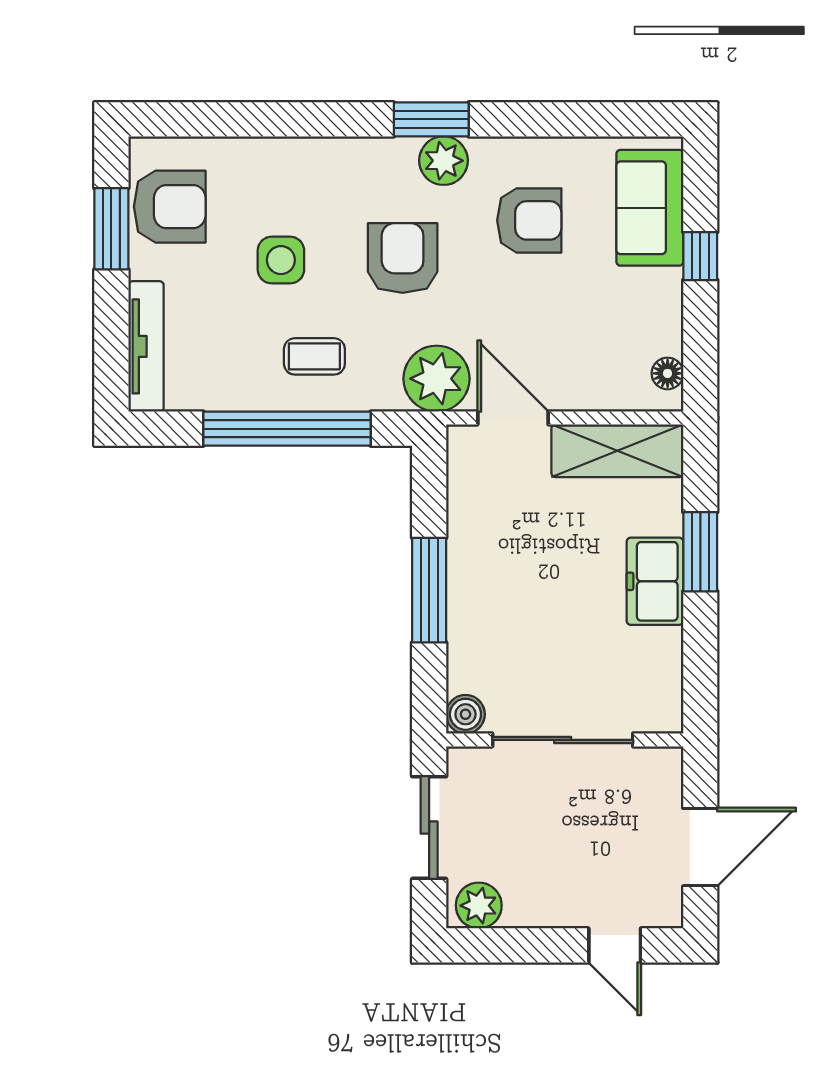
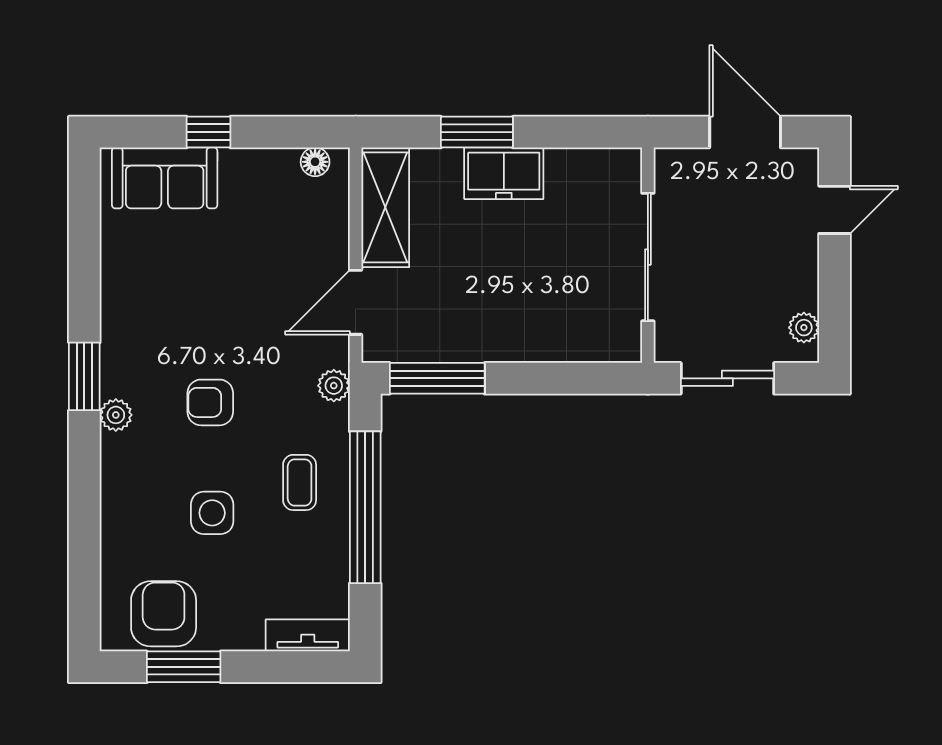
plant: (444, 161) -> (116, 415), moved, width x0.73, depth x0.73
armchair: (529, 220) -> (176, 287), removed
armchair: (403, 258) -> (210, 402), width x0.72, depth x0.72
tv unit: (146, 346) -> (308, 635), width x0.71
plant: (437, 379) -> (334, 386), width x0.53, depth x0.53
window: (429, 590) -> (437, 378), moved
boiler: (465, 714) -> (625, 345), removed
plant: (479, 906) -> (804, 328), width x0.73, depth x0.73

